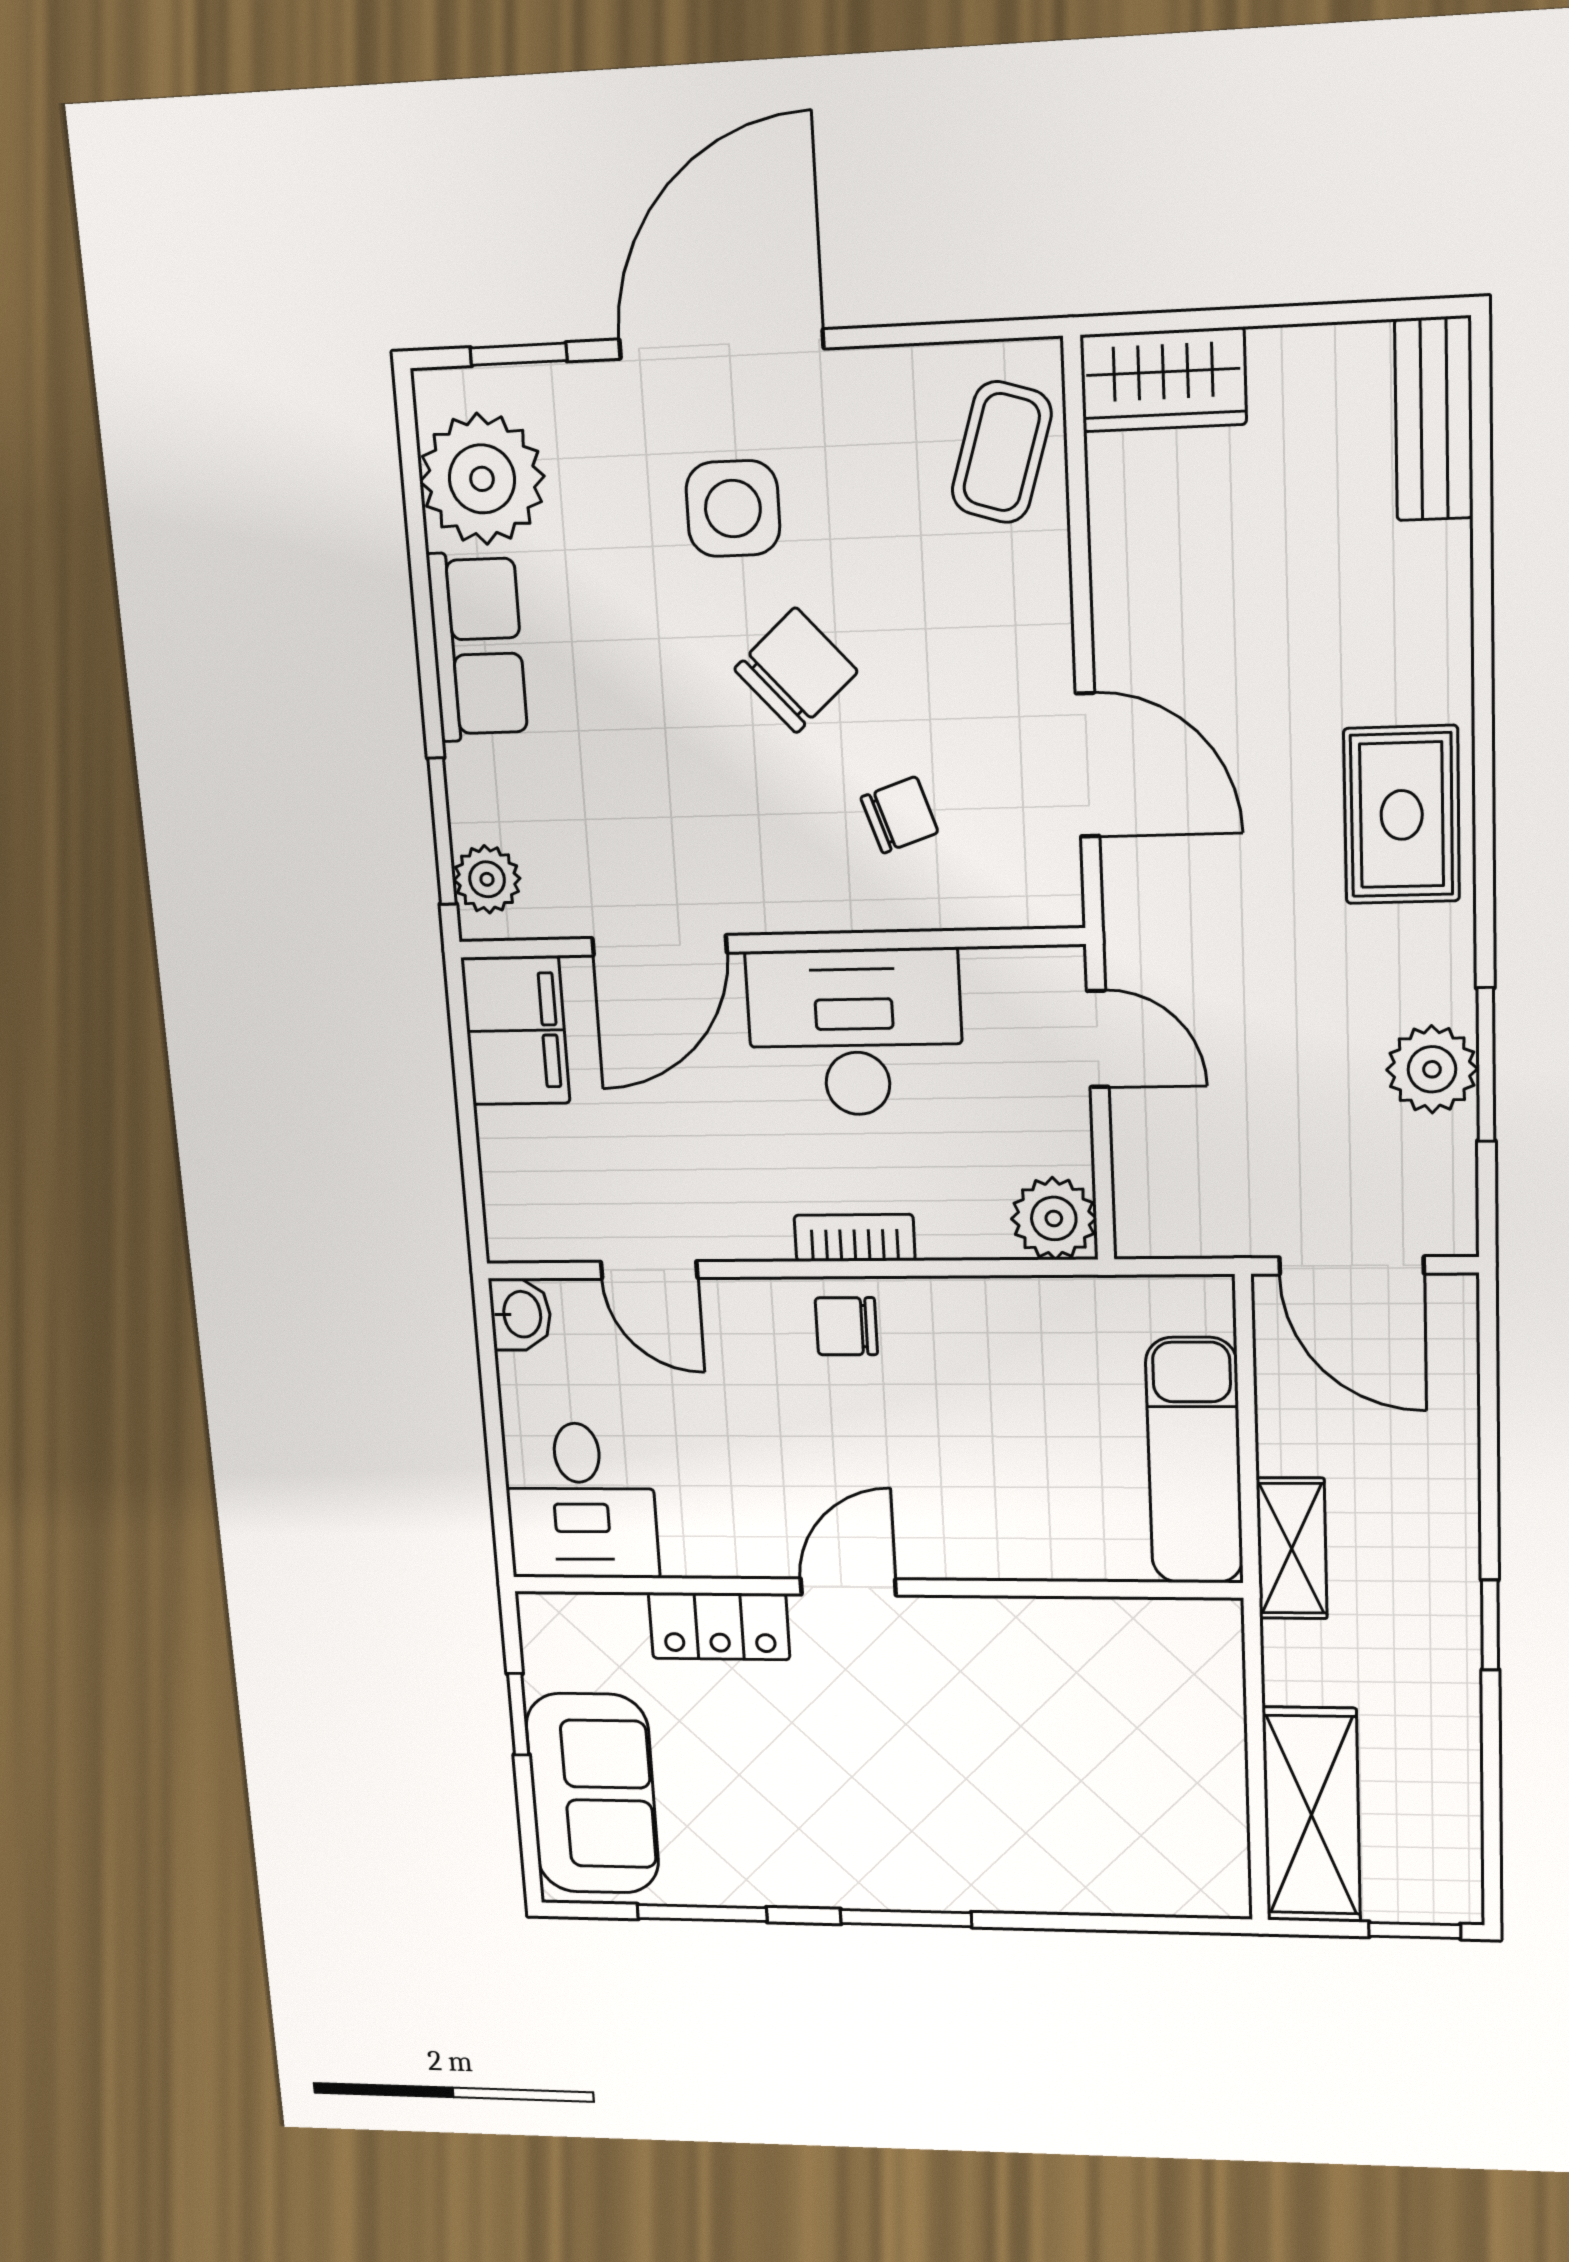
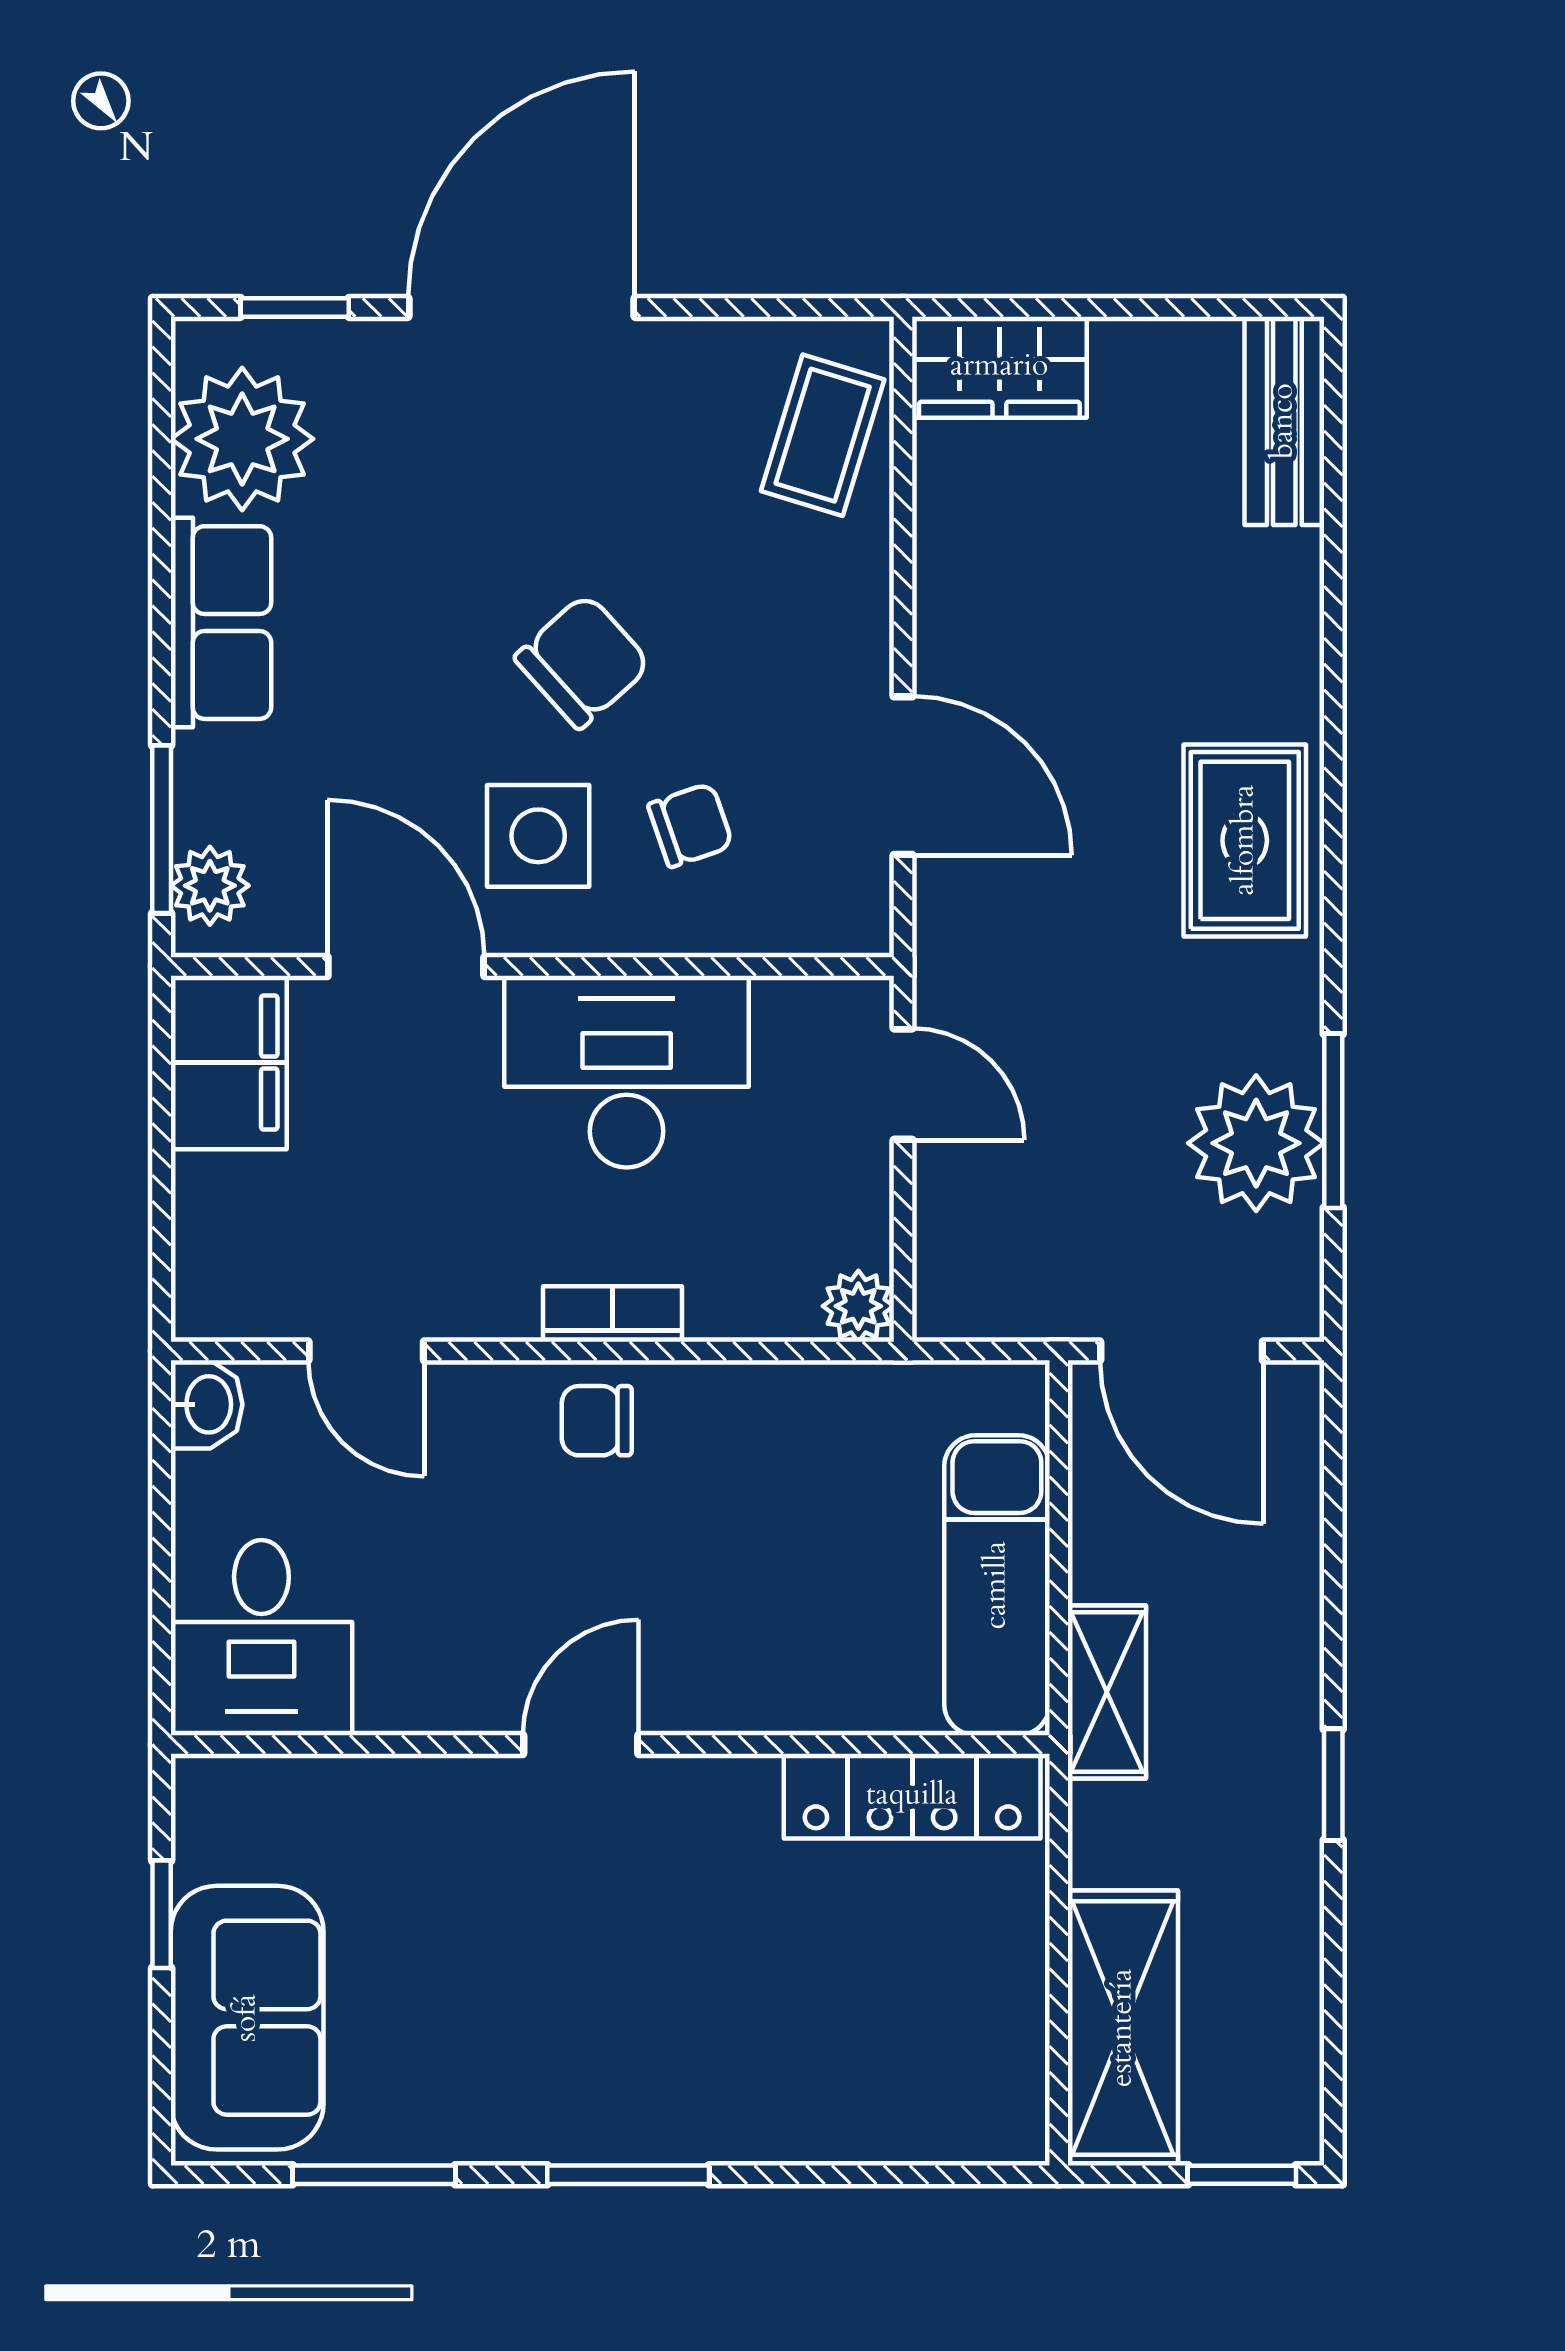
side table: (733, 509) -> (538, 836), moved
door: (659, 945) -> (406, 966), swing flipped
plant: (1432, 1069) -> (1256, 1143), width x1.36, depth x1.36
plant: (1054, 1218) -> (858, 1306), width x0.73, depth x0.73
locker: (719, 1626) -> (912, 1796), moved, width x1.53

